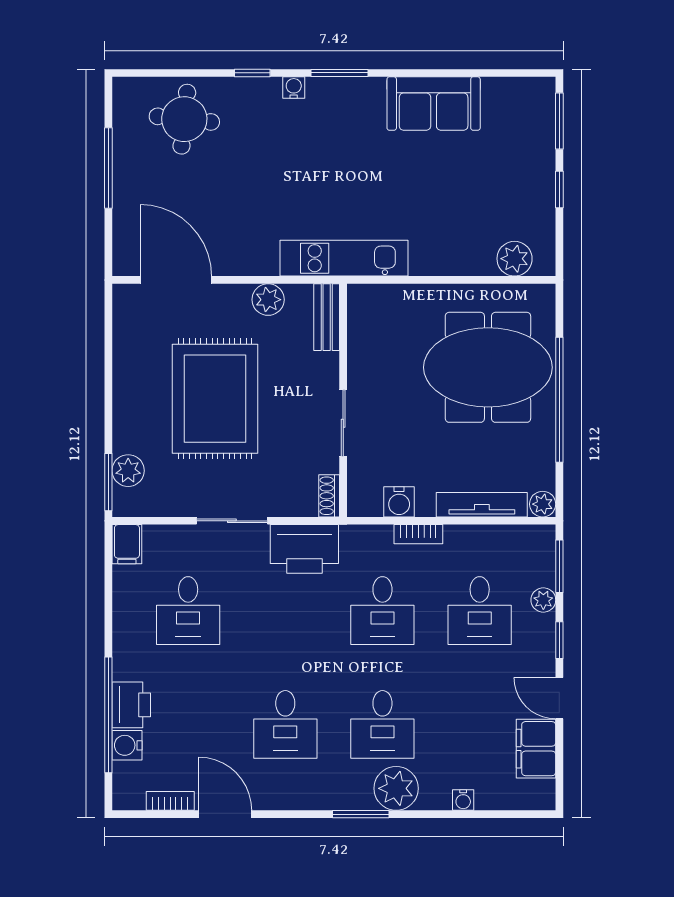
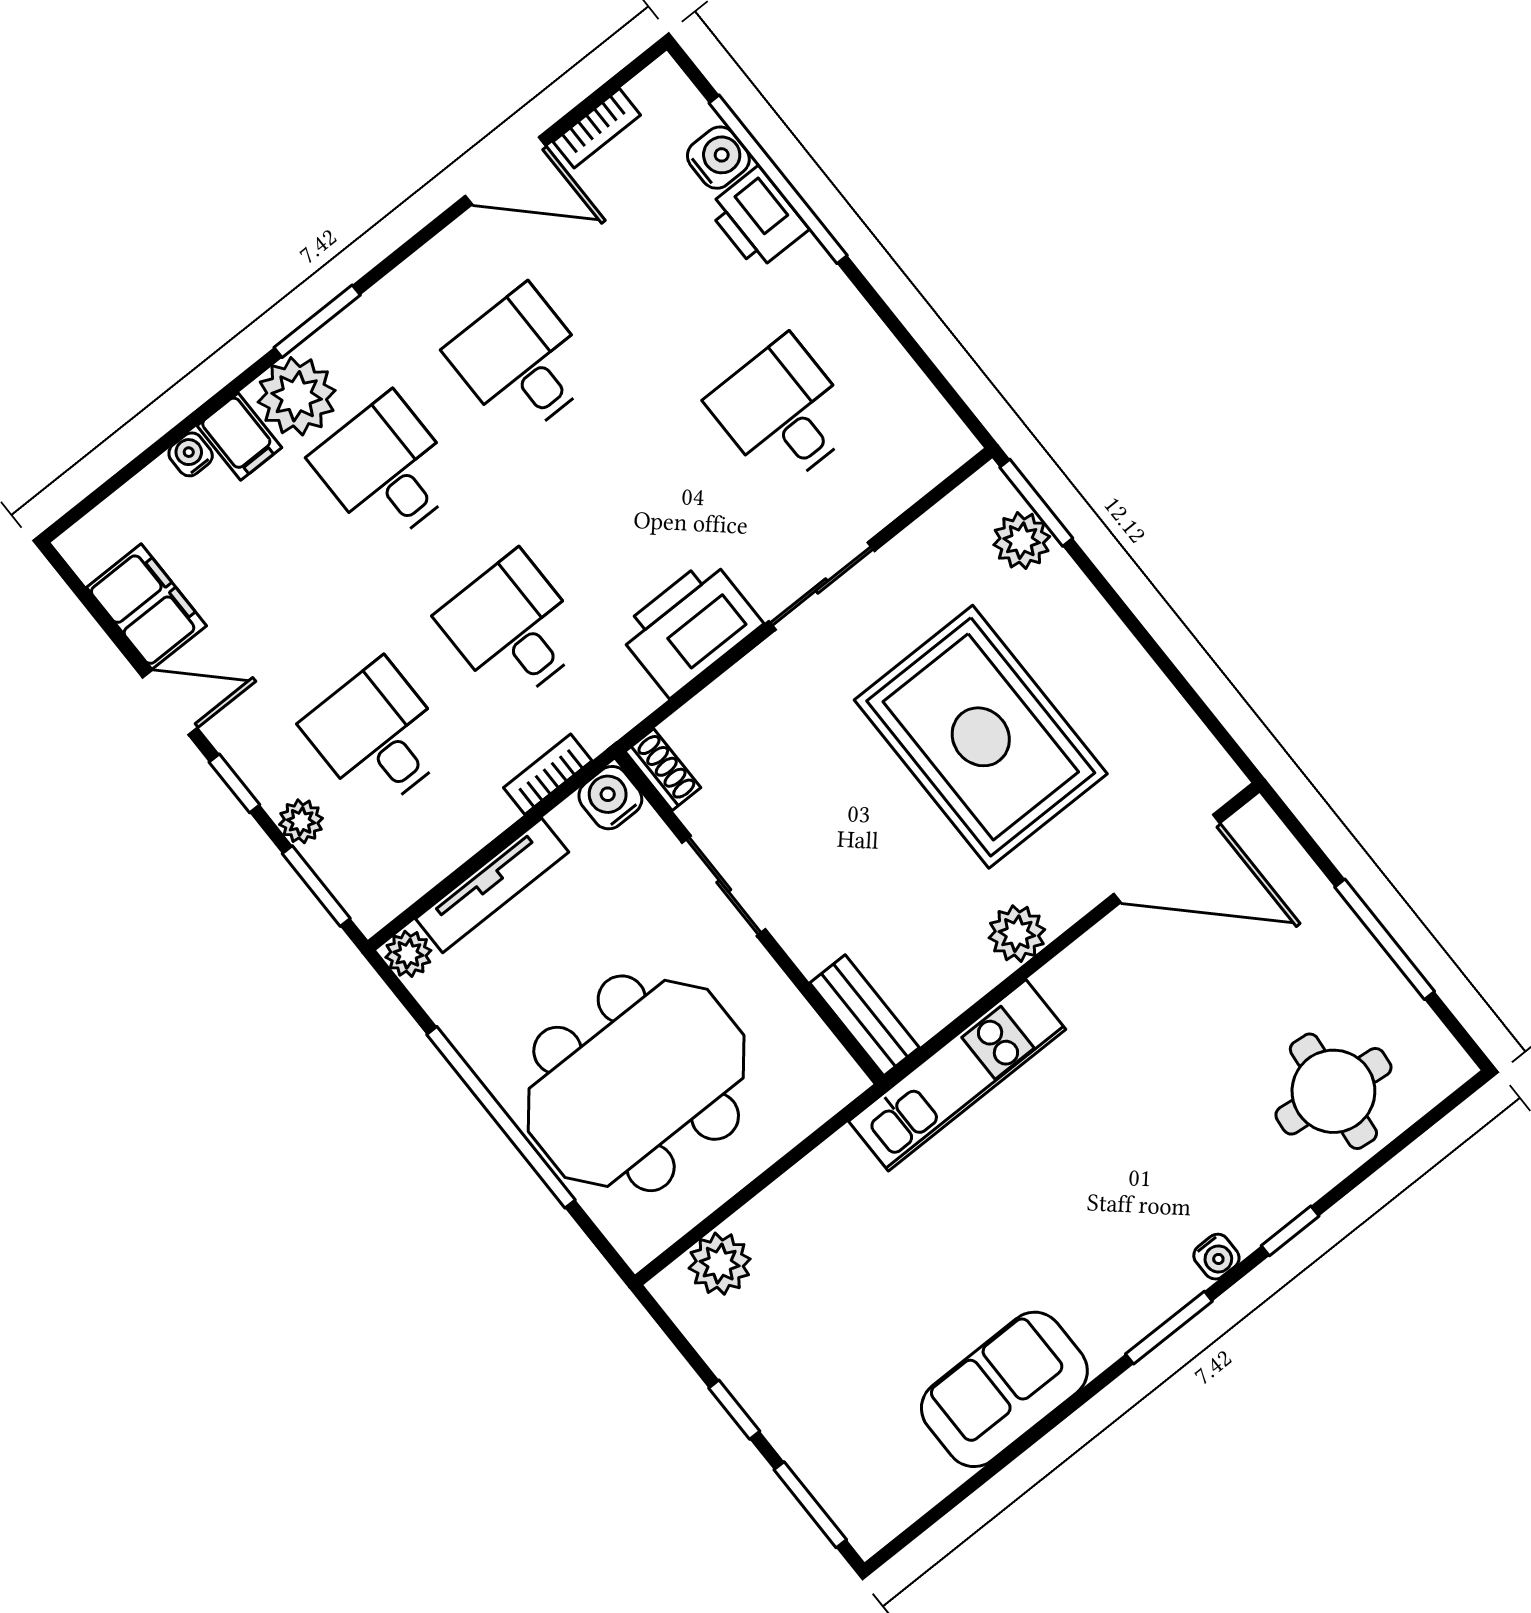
bench: (327, 317) -> (865, 1015), moved
wall: (343, 400) -> (749, 918), moved
sliding door: (343, 423) -> (724, 886), moved
shoe rack: (329, 496) -> (663, 770), moved
filing cabinet: (127, 544) -> (239, 437), moved, turned 180

